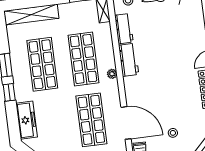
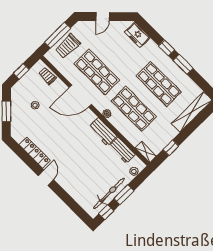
freezer: (27, 120) -> (137, 35), width x0.71
door: (126, 123) -> (80, 96), moved

